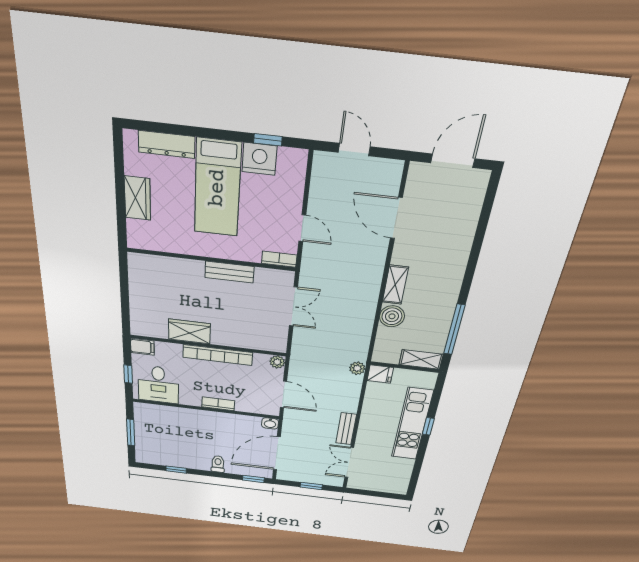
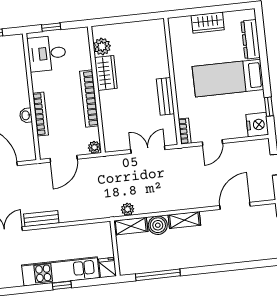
nightstand: (259, 159) -> (257, 125), moved
double door: (293, 307) -> (148, 150), swing flipped
plant: (156, 329) -> (102, 47), added
filing cabinet: (142, 347) -> (82, 37), removed
shelving: (421, 360) -> (131, 226), moved, turned 90
plant: (357, 368) -> (128, 209), moved
fridge: (380, 374) -> (108, 267), moved, turned 180
bookcase: (218, 404) -> (40, 114), width x1.56
washbasin: (270, 423) -> (26, 115), moved

